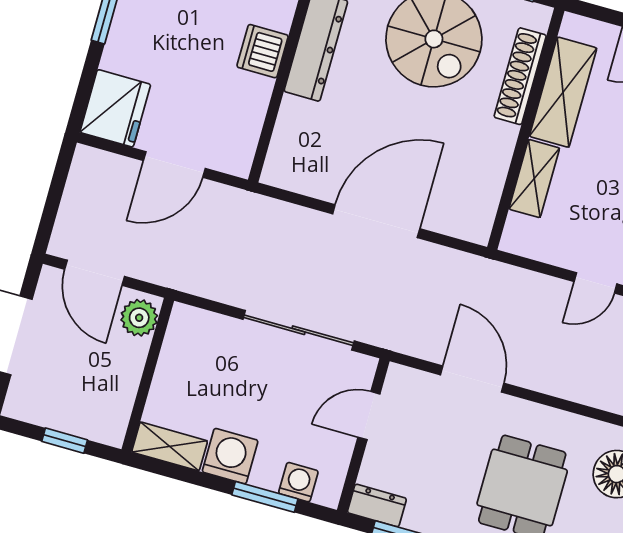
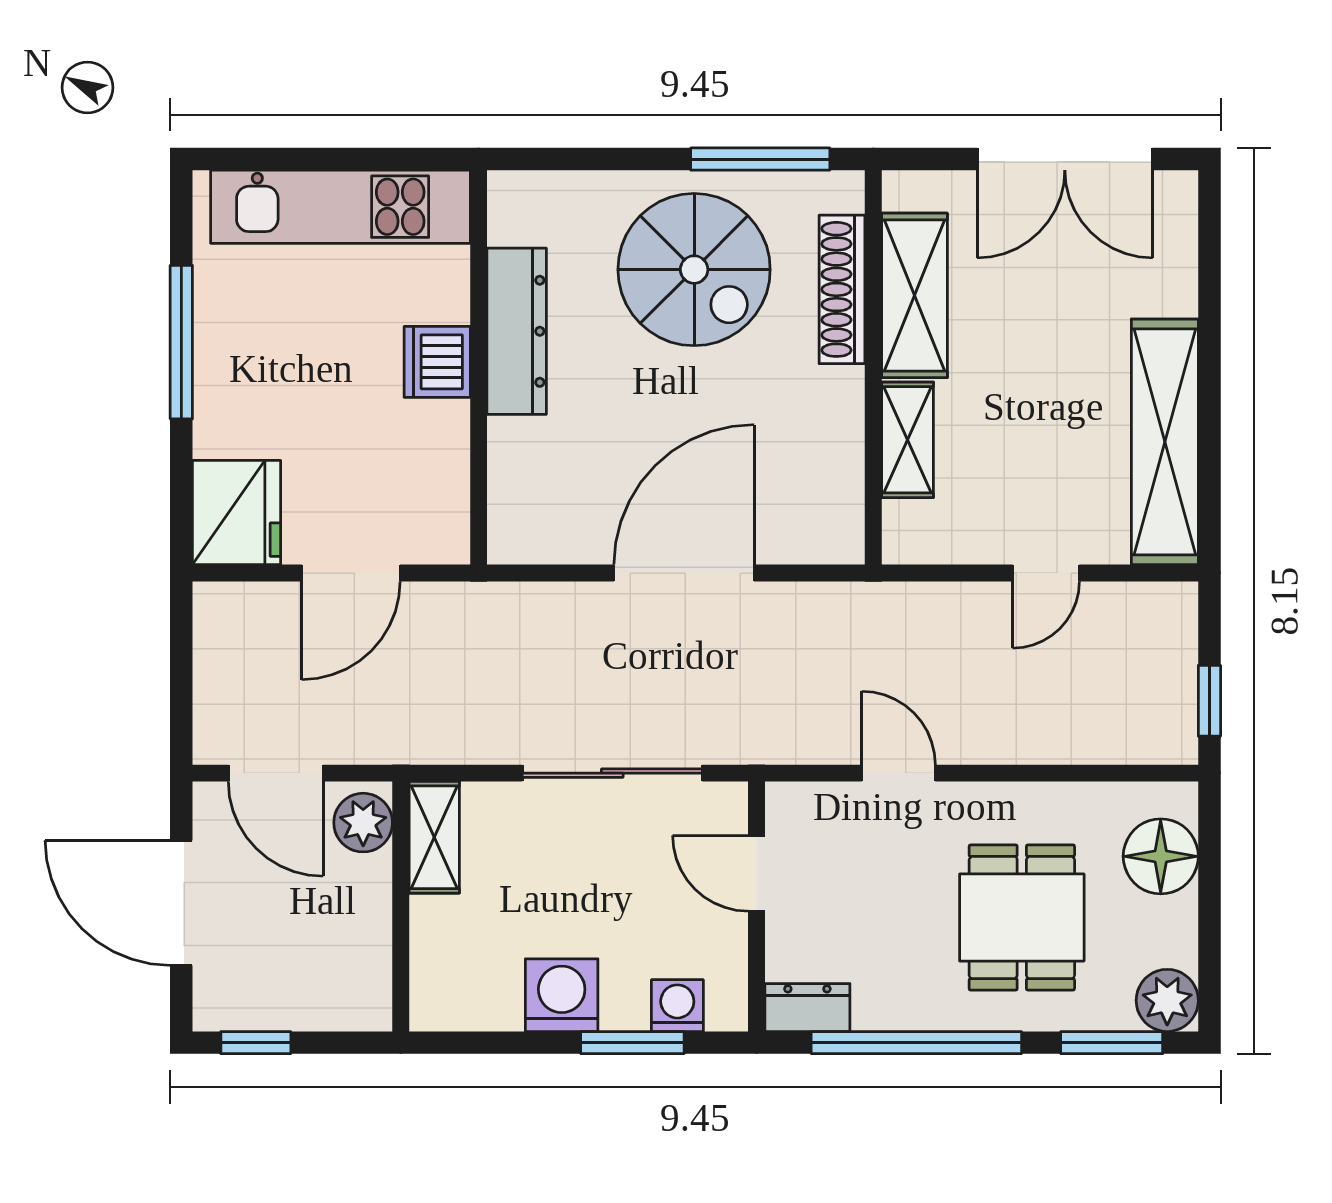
door: (472, 379) -> (899, 773), width x0.73
door: (369, 416) -> (756, 873), hinge flipped
window: (65, 441) -> (256, 1043), moved
shelving: (170, 446) -> (434, 837), moved, turned 90

